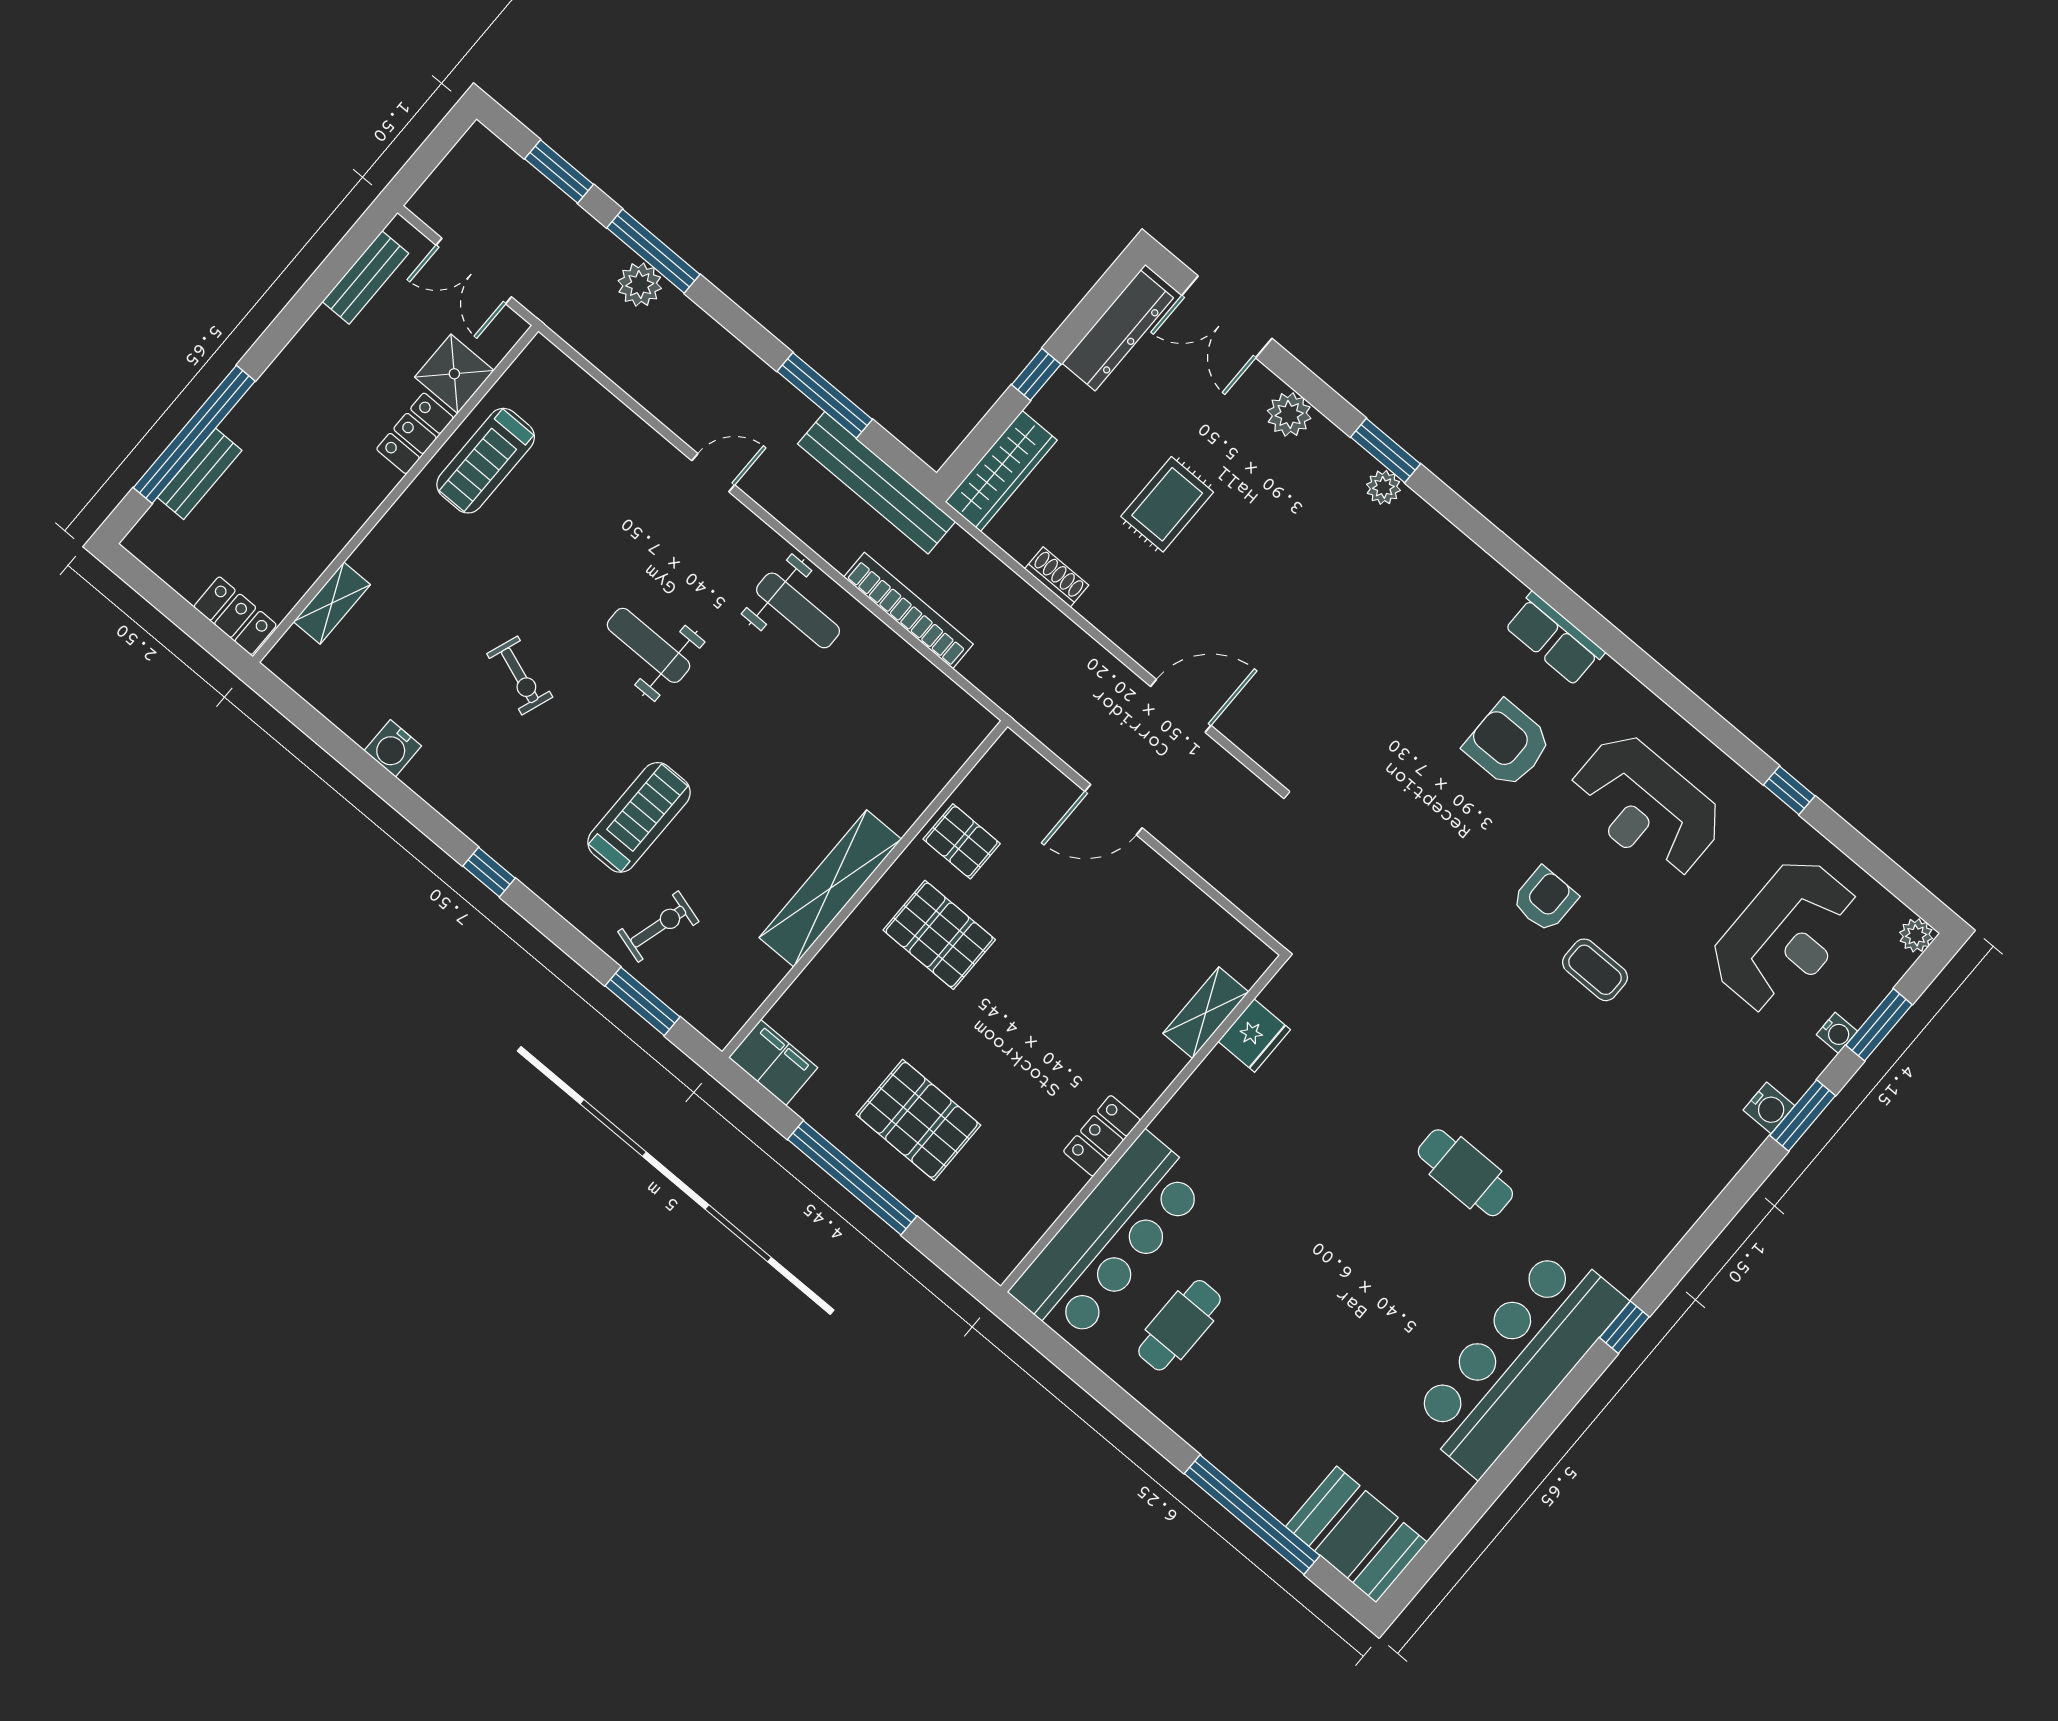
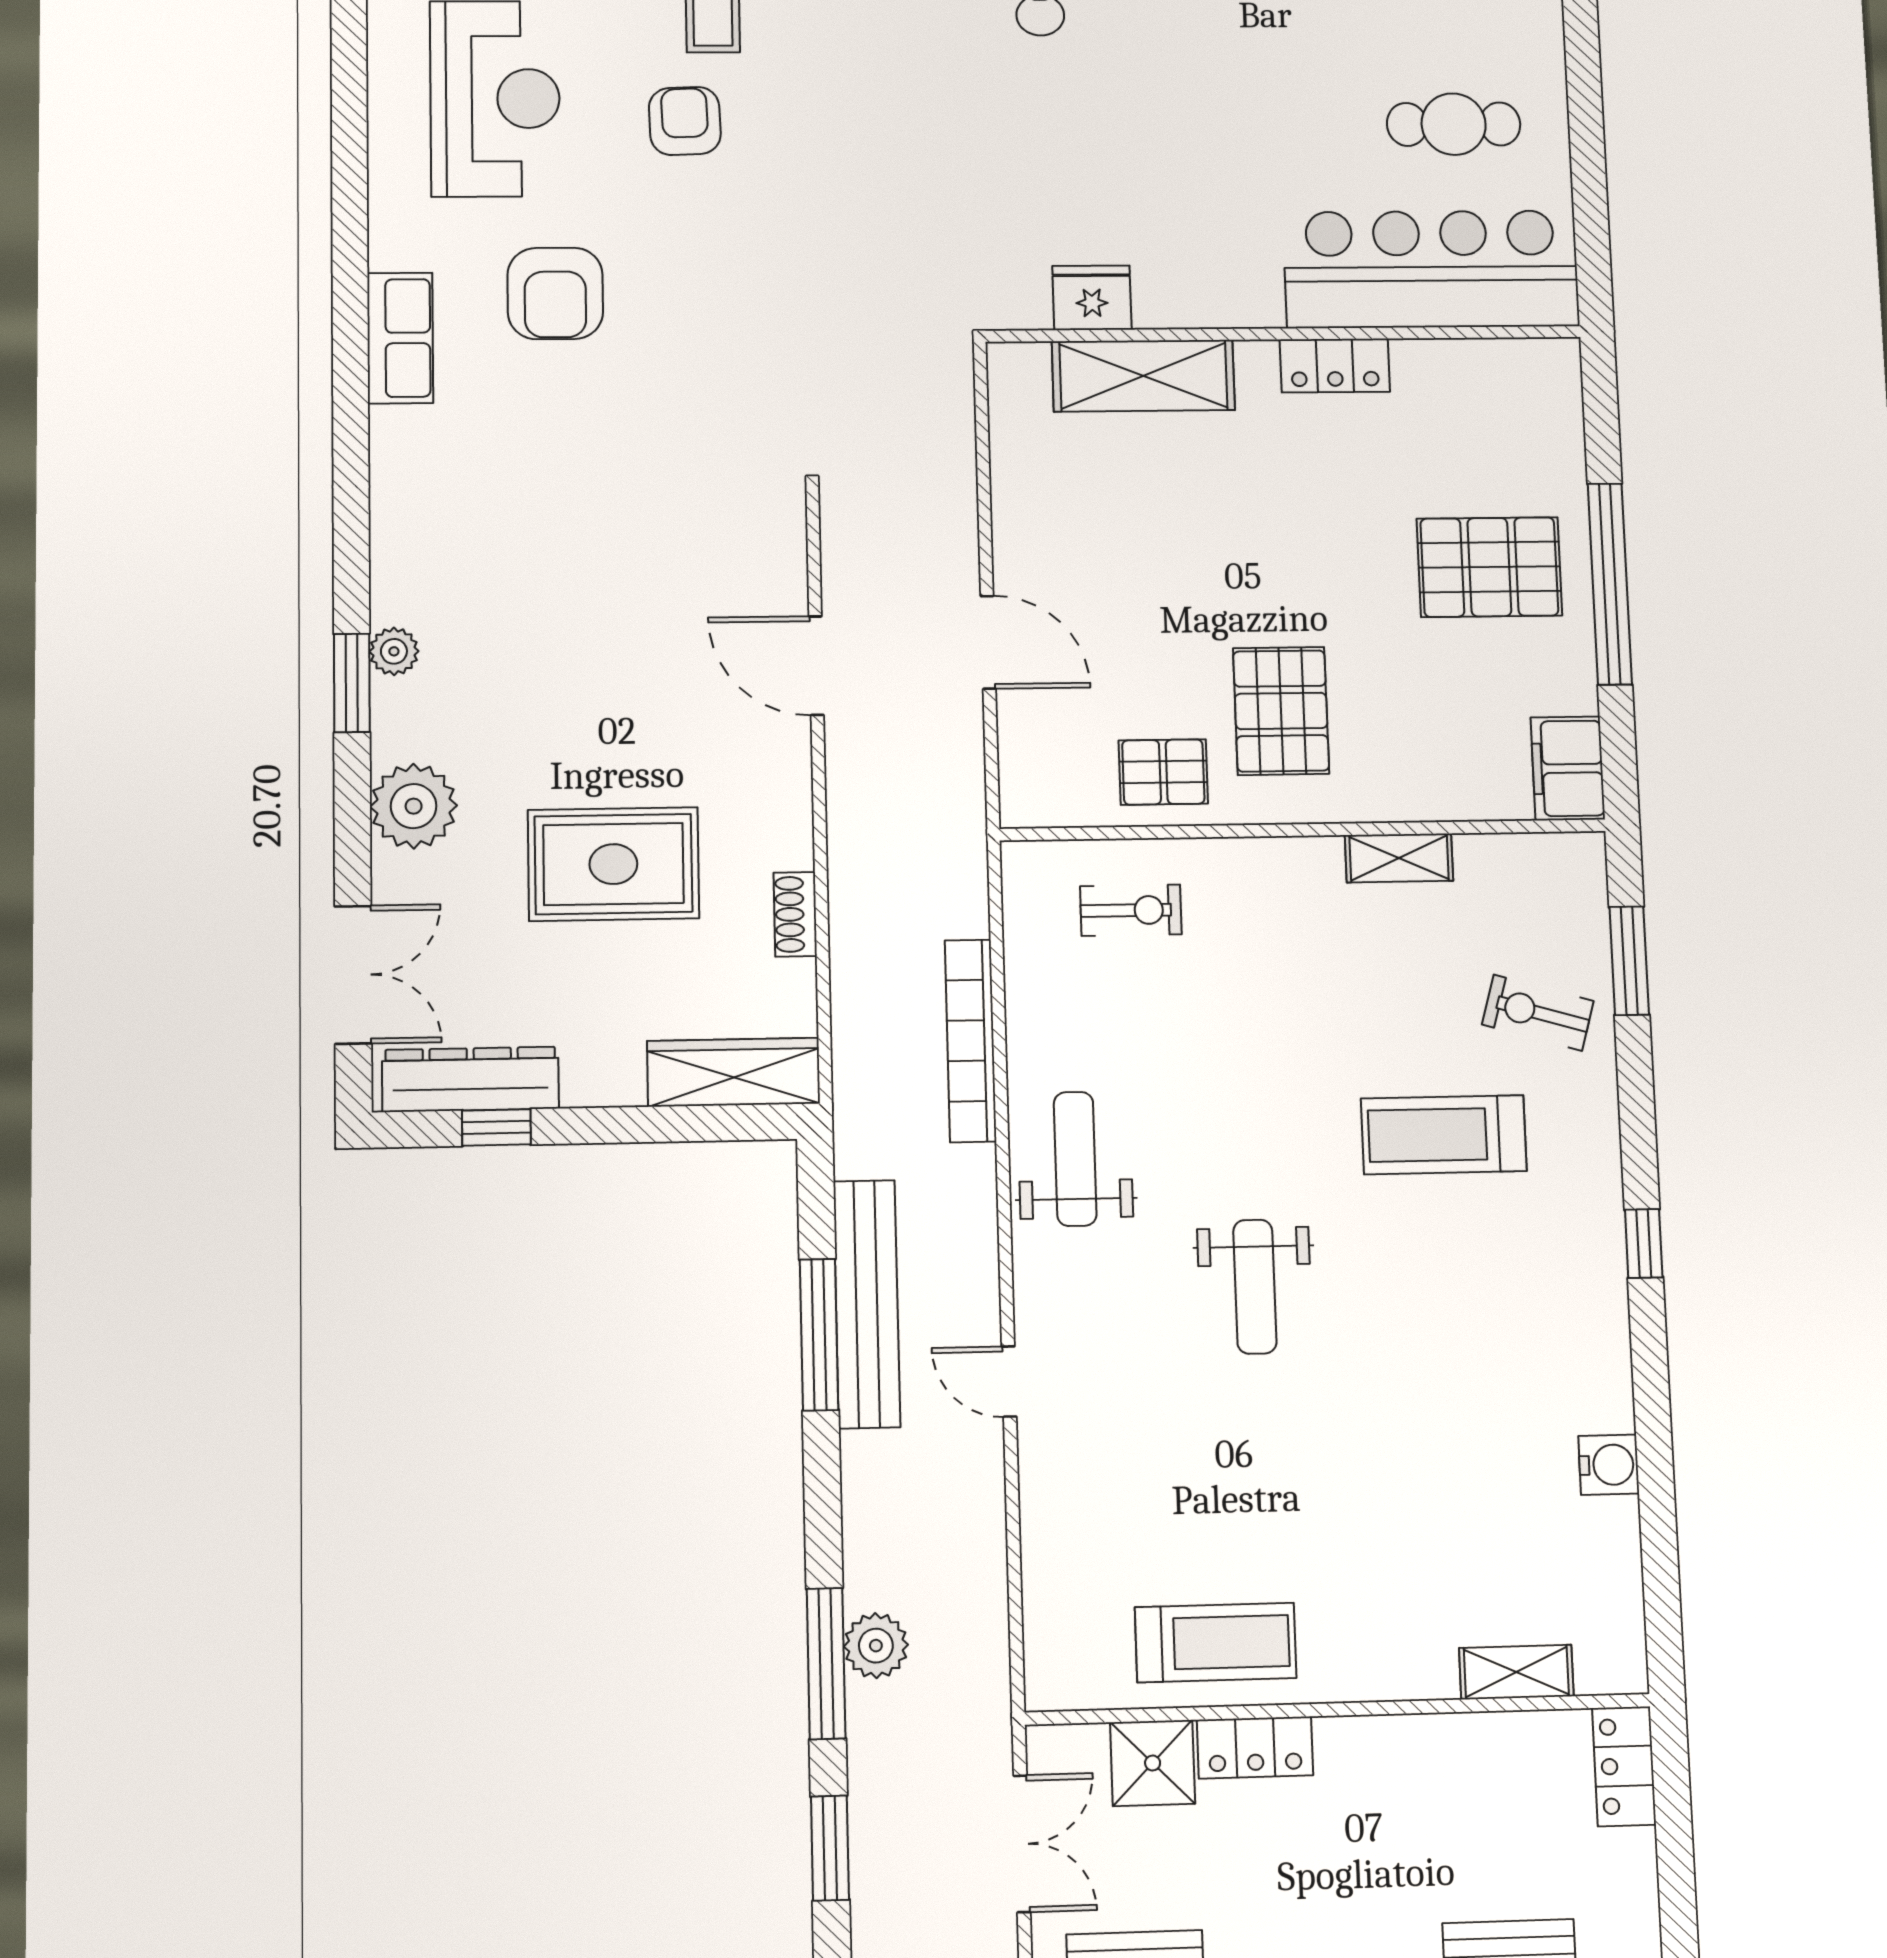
window: (1036, 374) -> (496, 1128), moved
plant: (1289, 414) -> (414, 806), width x1.36, depth x1.36
bench: (876, 483) -> (867, 1304), moved
rug: (1167, 504) -> (613, 864), width x1.36, depth x1.43
exercise bike: (520, 675) -> (1131, 910), moved, turned 70
pallet: (962, 841) -> (1163, 772), turned 90
shelving: (830, 888) -> (1399, 858), width x0.45, depth x0.75
armchair: (1545, 899) -> (685, 121), turned 88
shelving: (1206, 1013) -> (1143, 376), width x1.50, depth x1.33
pallet: (918, 1120) -> (1489, 567), turned 90

